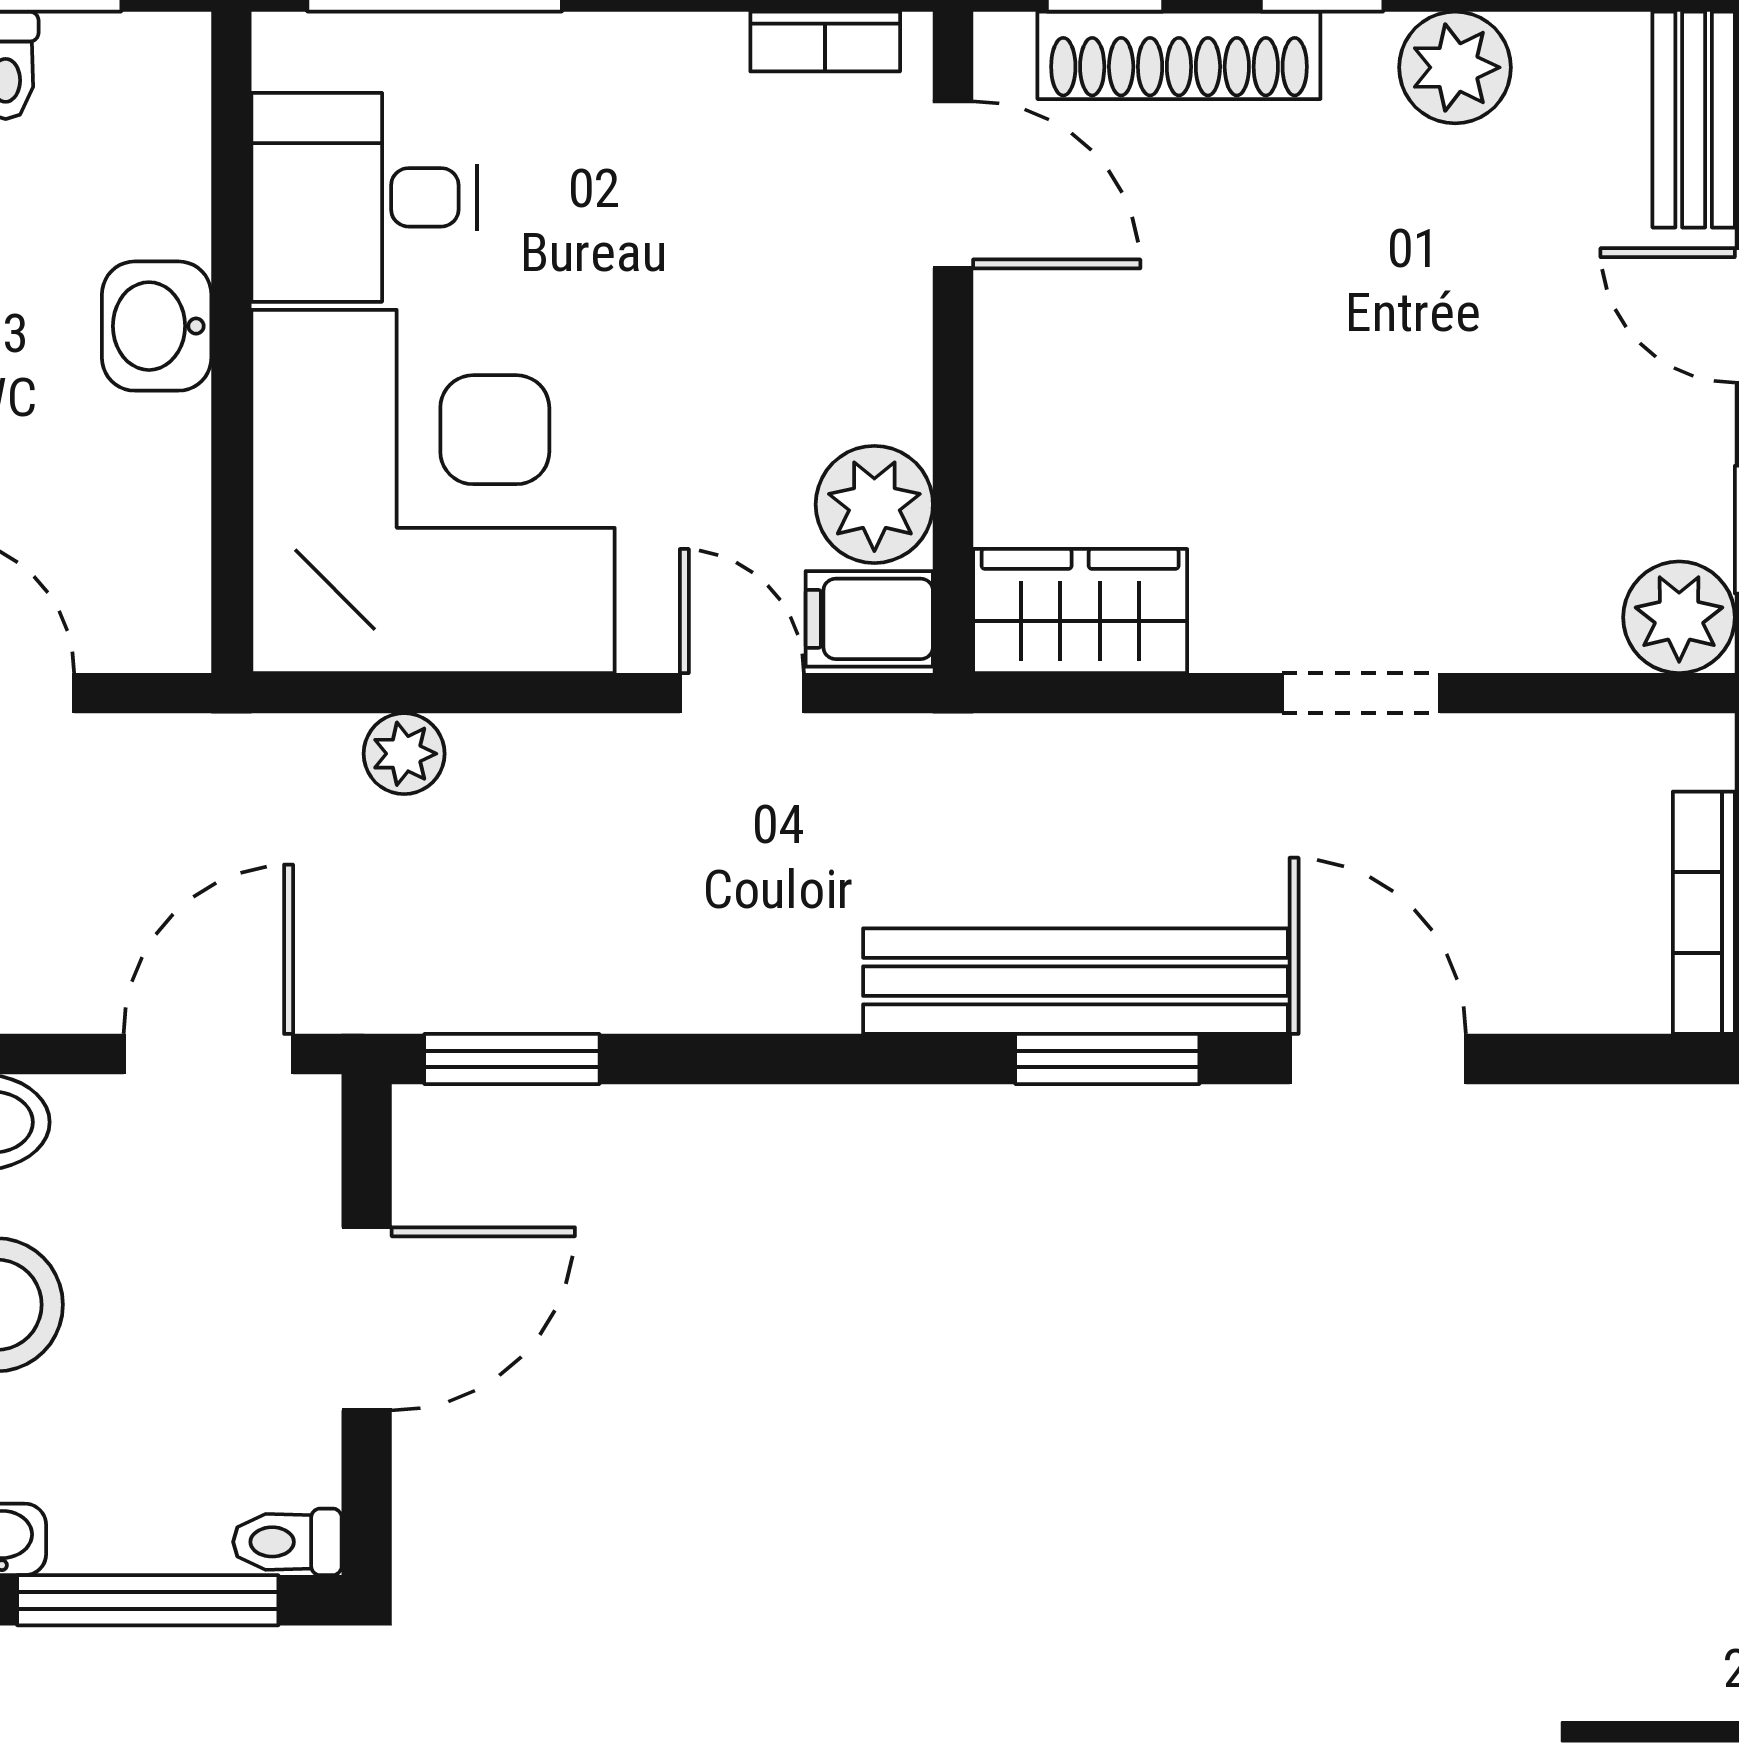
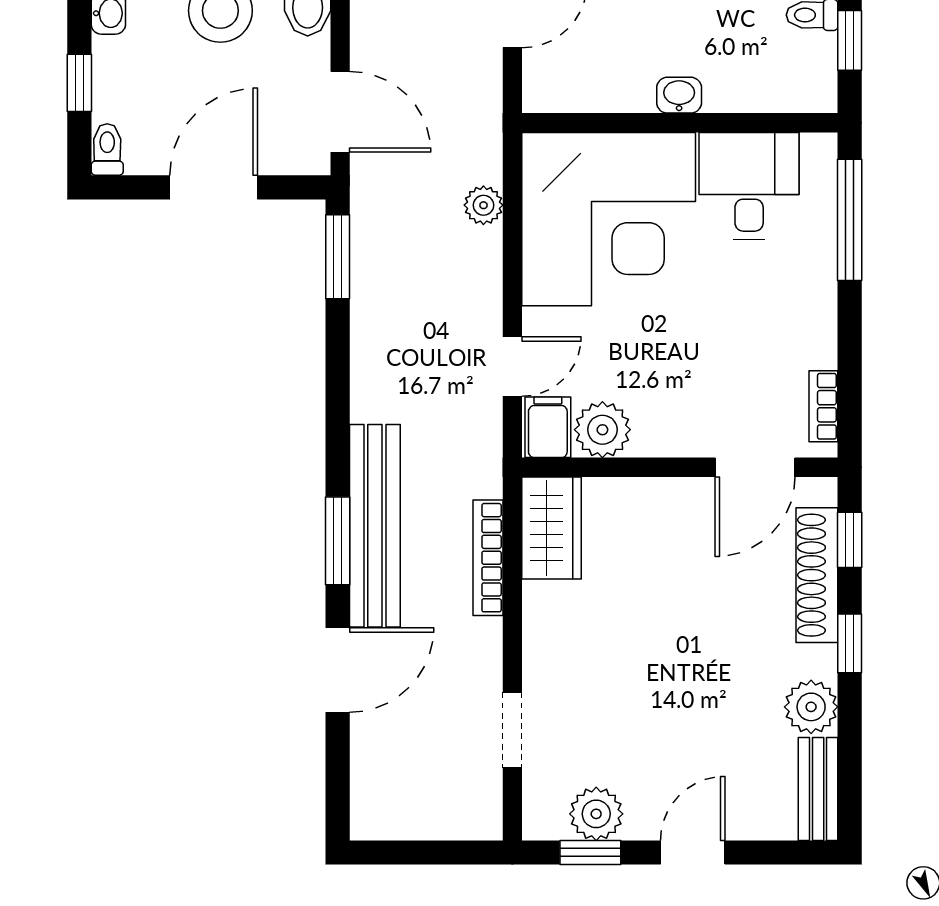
bench: (1694, 120) -> (818, 789), moved, turned 90
washbasin: (157, 326) -> (679, 95), width x0.72, depth x0.69
plant: (1679, 617) -> (596, 814), moved
doorway: (1361, 693) -> (512, 730), moved
bookcase: (1704, 913) -> (488, 558), moved, turned -90
door: (367, 1319) -> (214, 187), swing flipped
window: (148, 1600) -> (79, 83), width x0.46

